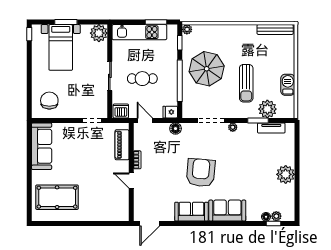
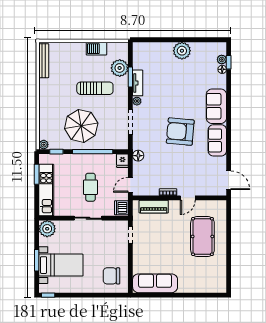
tv unit: (271, 128) -> (138, 83), moved
pool table: (57, 197) -> (202, 236), moved

